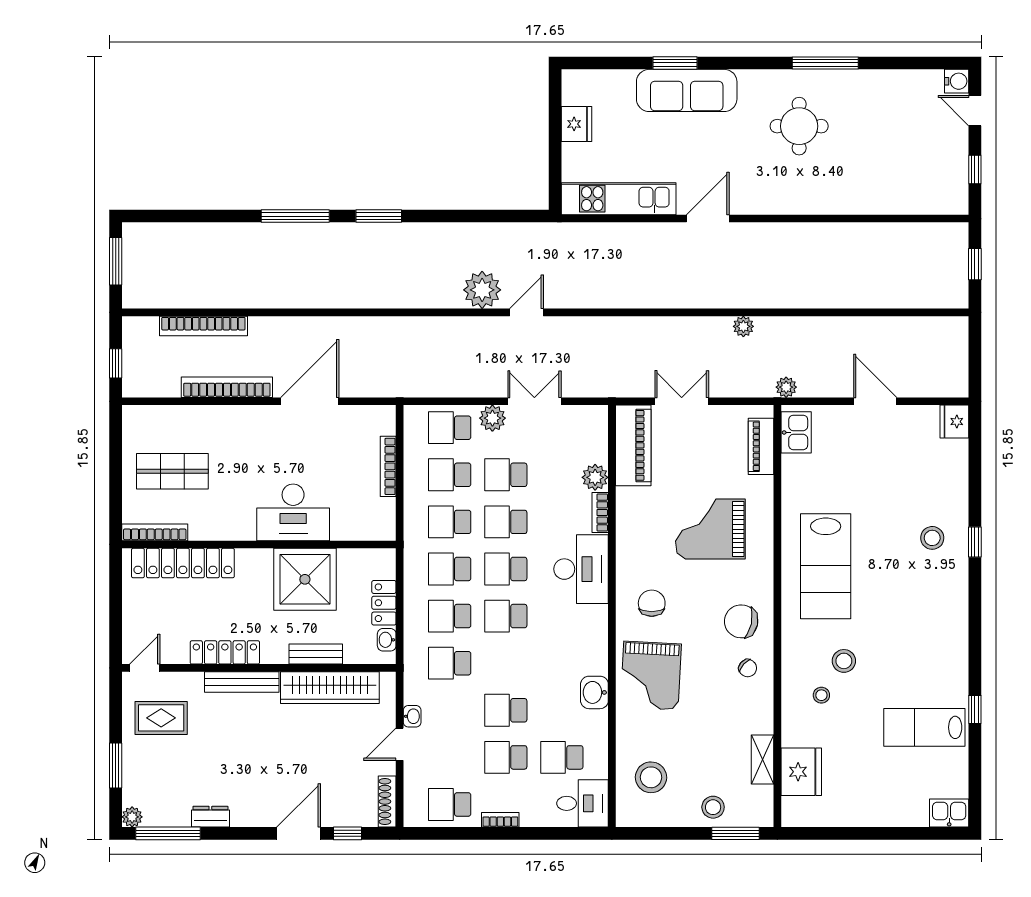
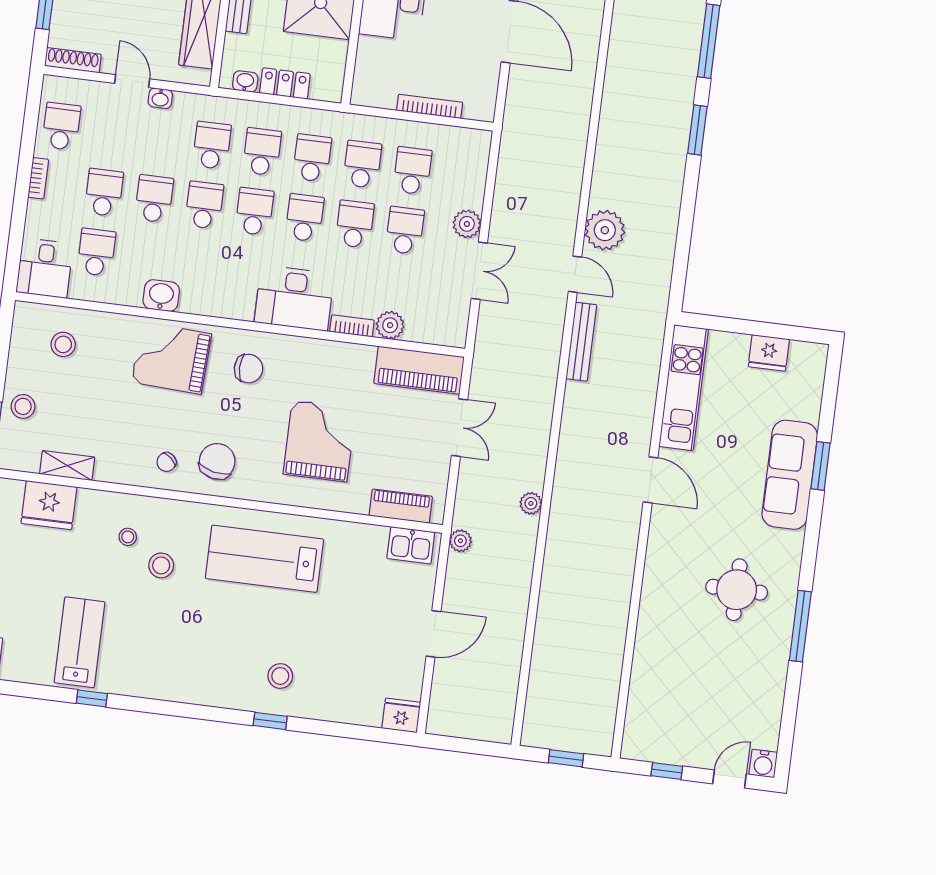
bench: (588, 299) -> (581, 342), added
school desk: (450, 428) -> (204, 205), moved
stool: (651, 777) -> (63, 344), width x0.73, depth x0.73

